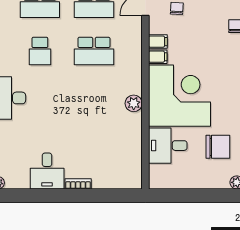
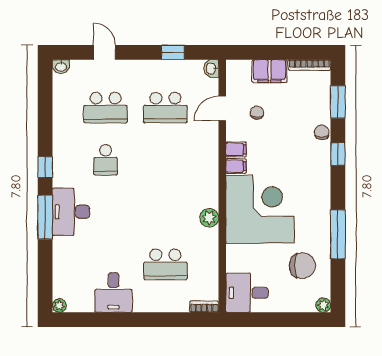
school desk: (94, 51) -> (165, 264), moved
desk: (168, 146) -> (247, 293), moved
bookcase: (78, 184) -> (204, 307), moved

